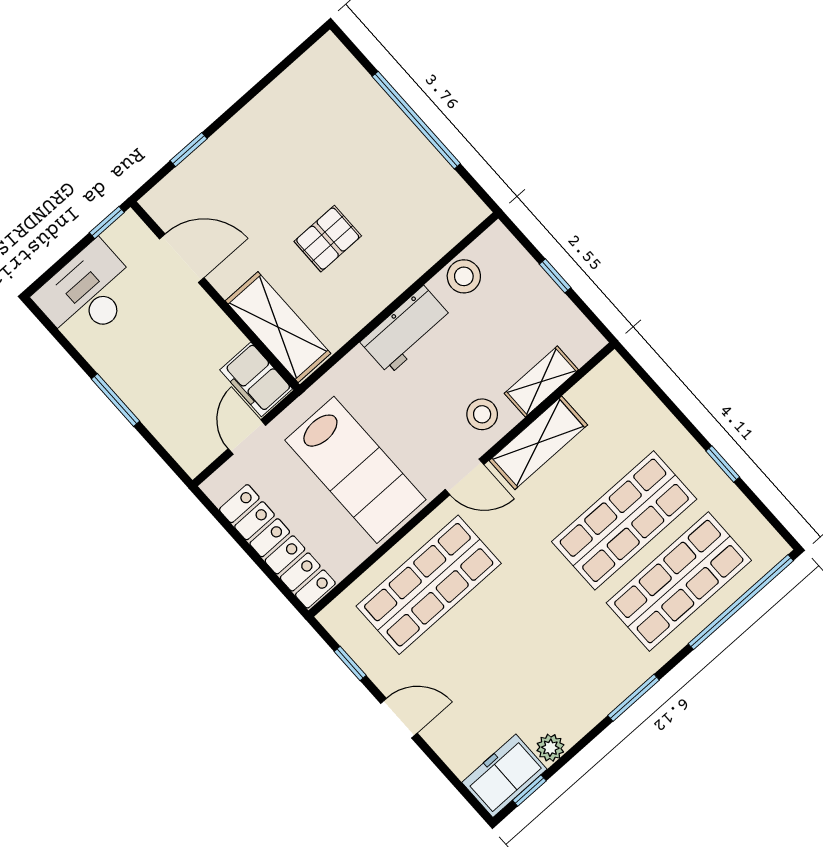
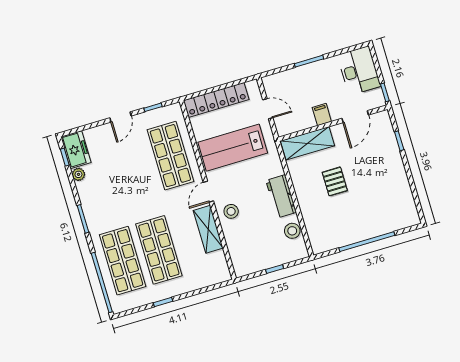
filing cabinet: (256, 379) -> (322, 114), moved, width x0.50
shelving: (541, 382) -> (233, 243), removed

